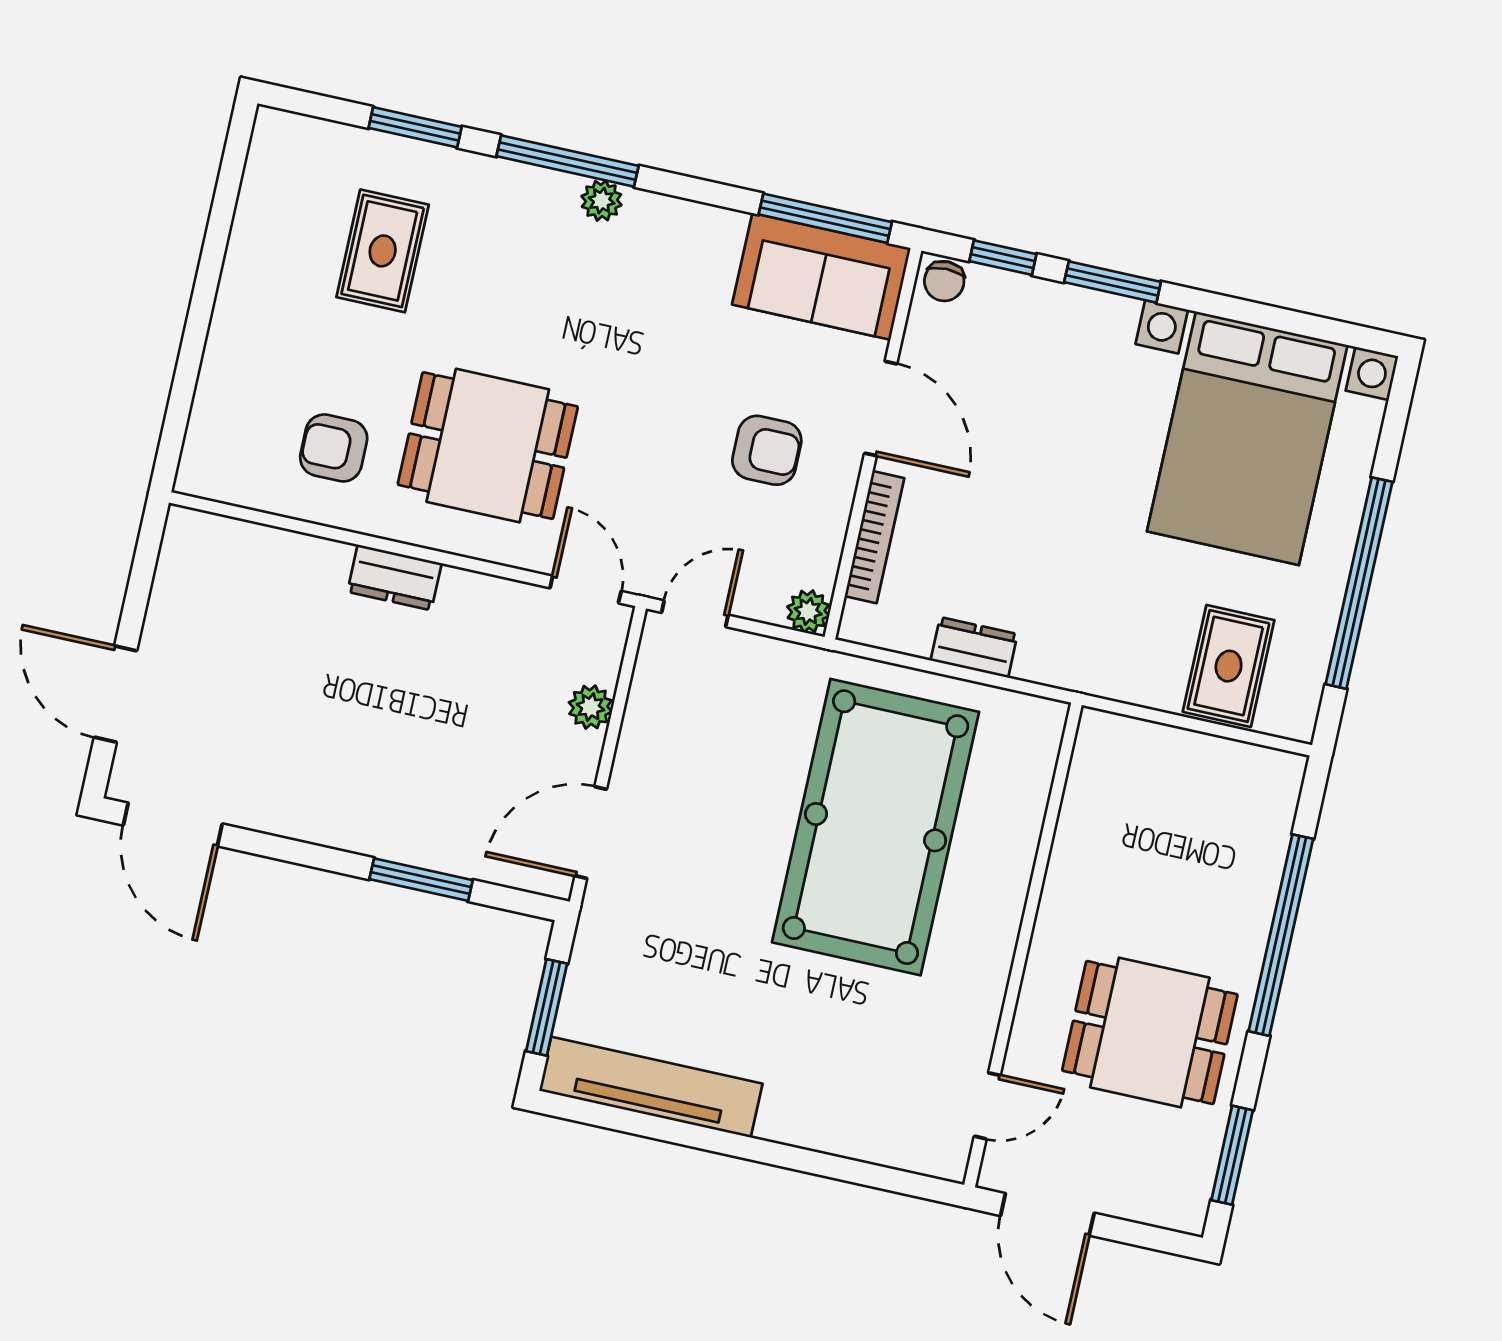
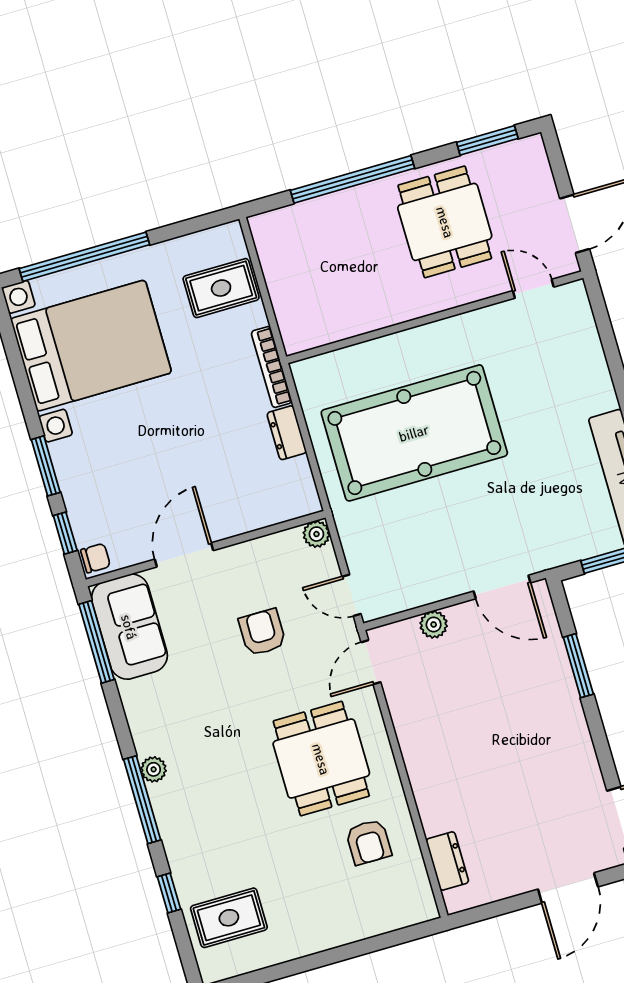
window: (415, 127) -> (169, 893), width x0.67
rug: (383, 251) -> (229, 918), moved
armchair: (767, 450) -> (262, 632), moved
bookcase: (874, 537) -> (272, 367), moved, turned -90
dresser: (395, 577) -> (447, 861), moved
window: (1359, 583) -> (84, 257), moved

